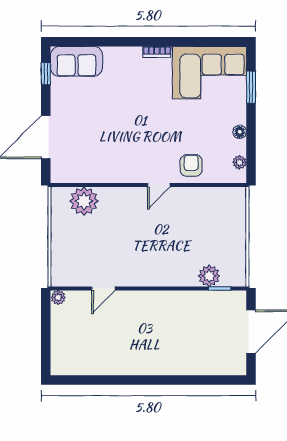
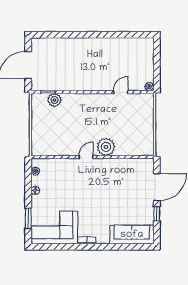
sofa: (76, 61) -> (132, 235), width x1.36
window: (46, 74) -> (157, 214), moved
armchair: (191, 165) -> (66, 169), removed
plant: (84, 201) -> (106, 147), moved

